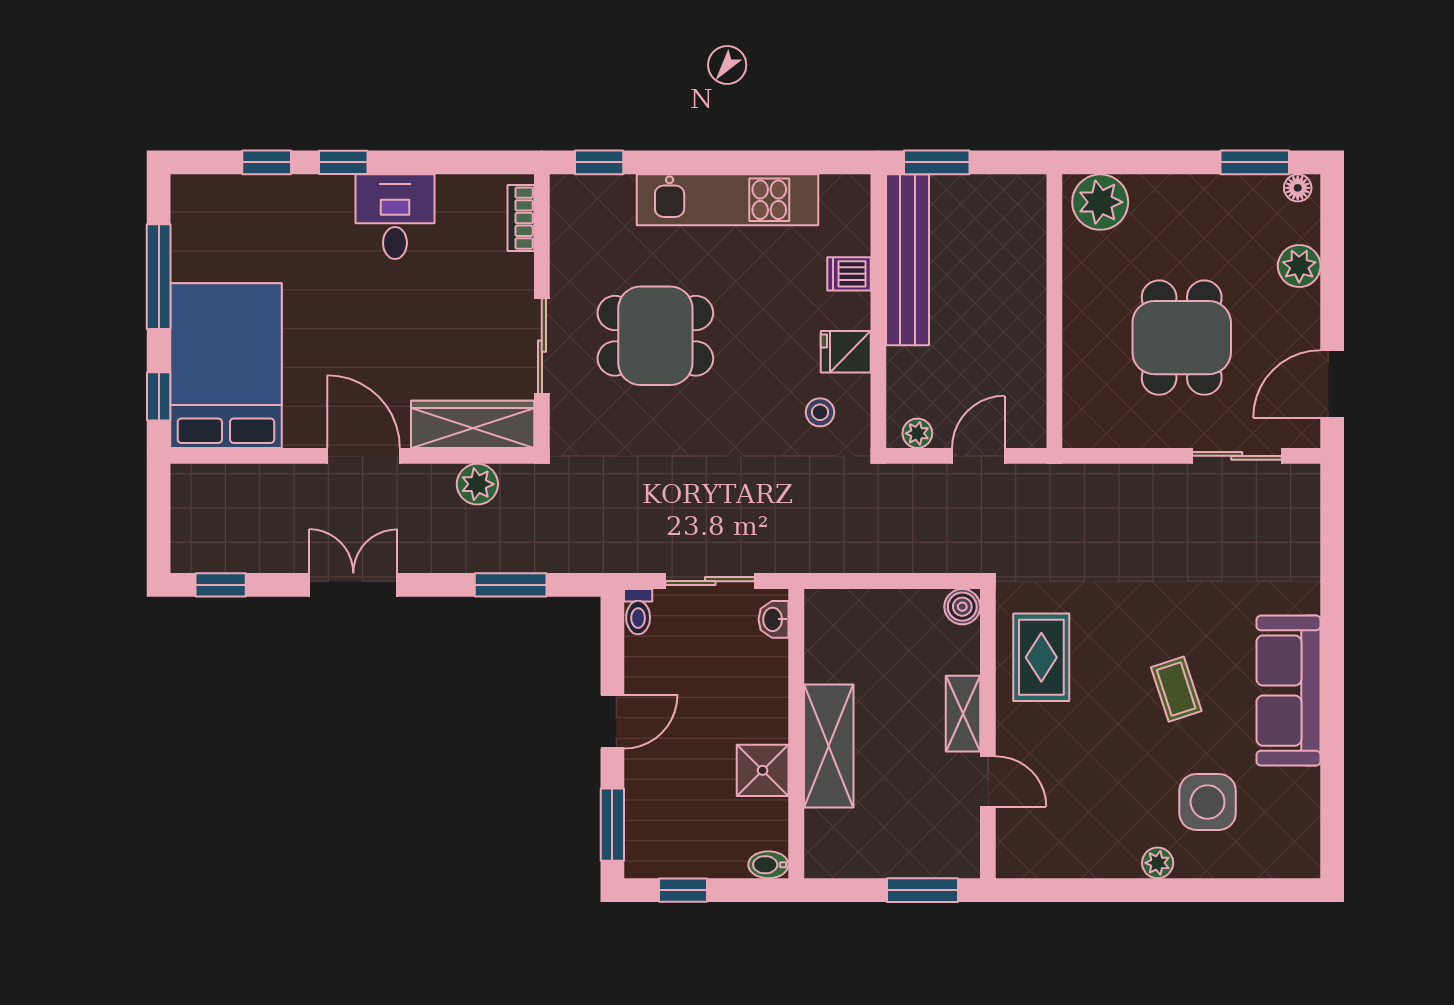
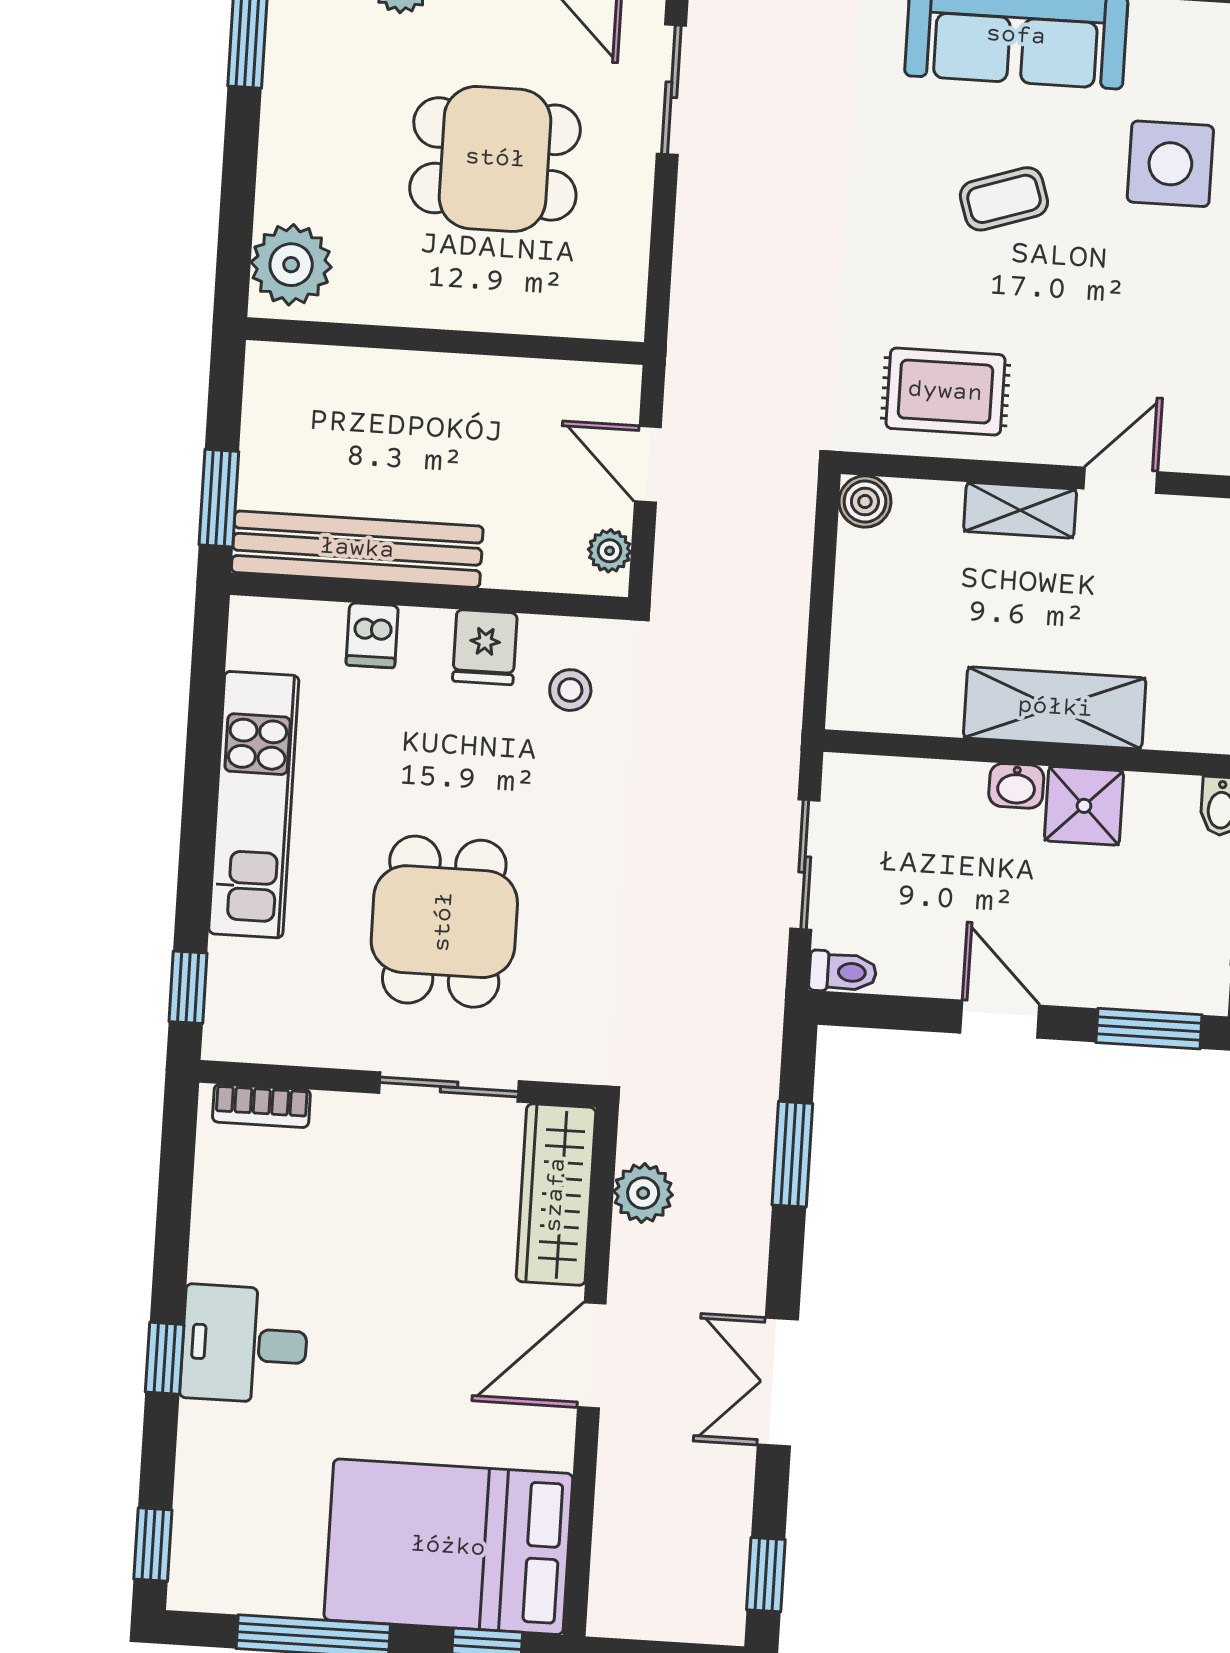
window: (267, 162) -> (153, 1545), moved
desk: (395, 217) -> (244, 1344), moved
washbasin: (773, 619) -> (1016, 786), moved

